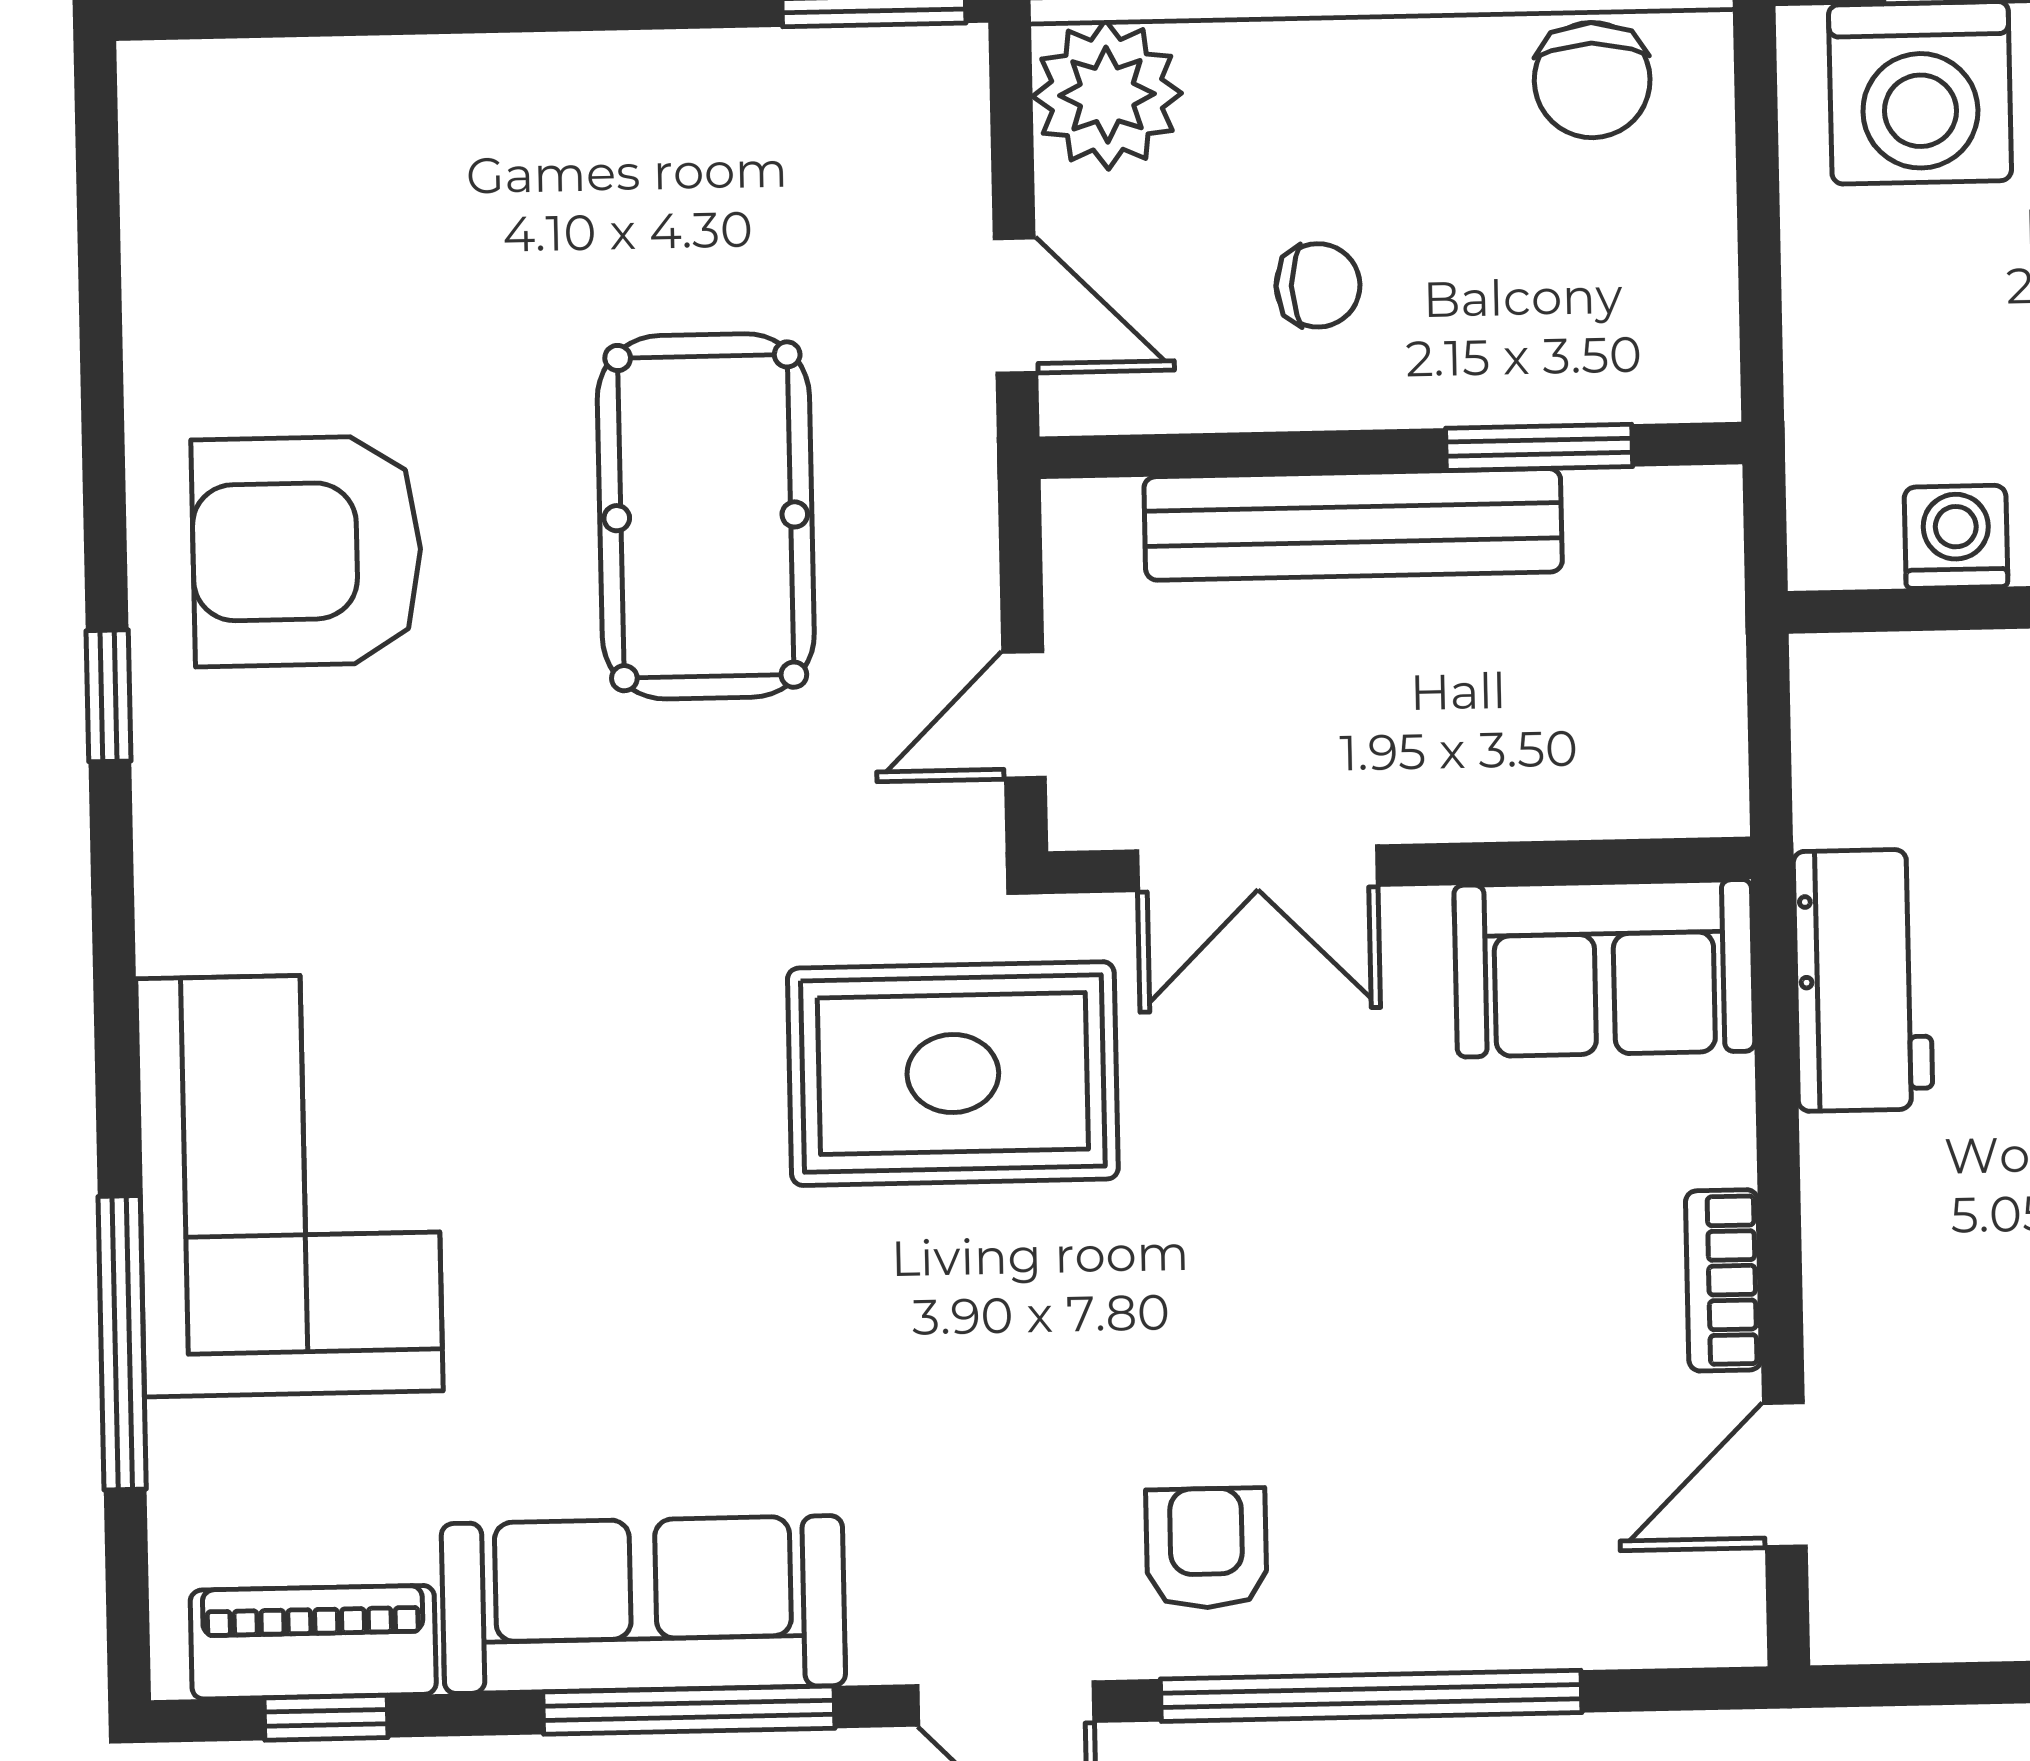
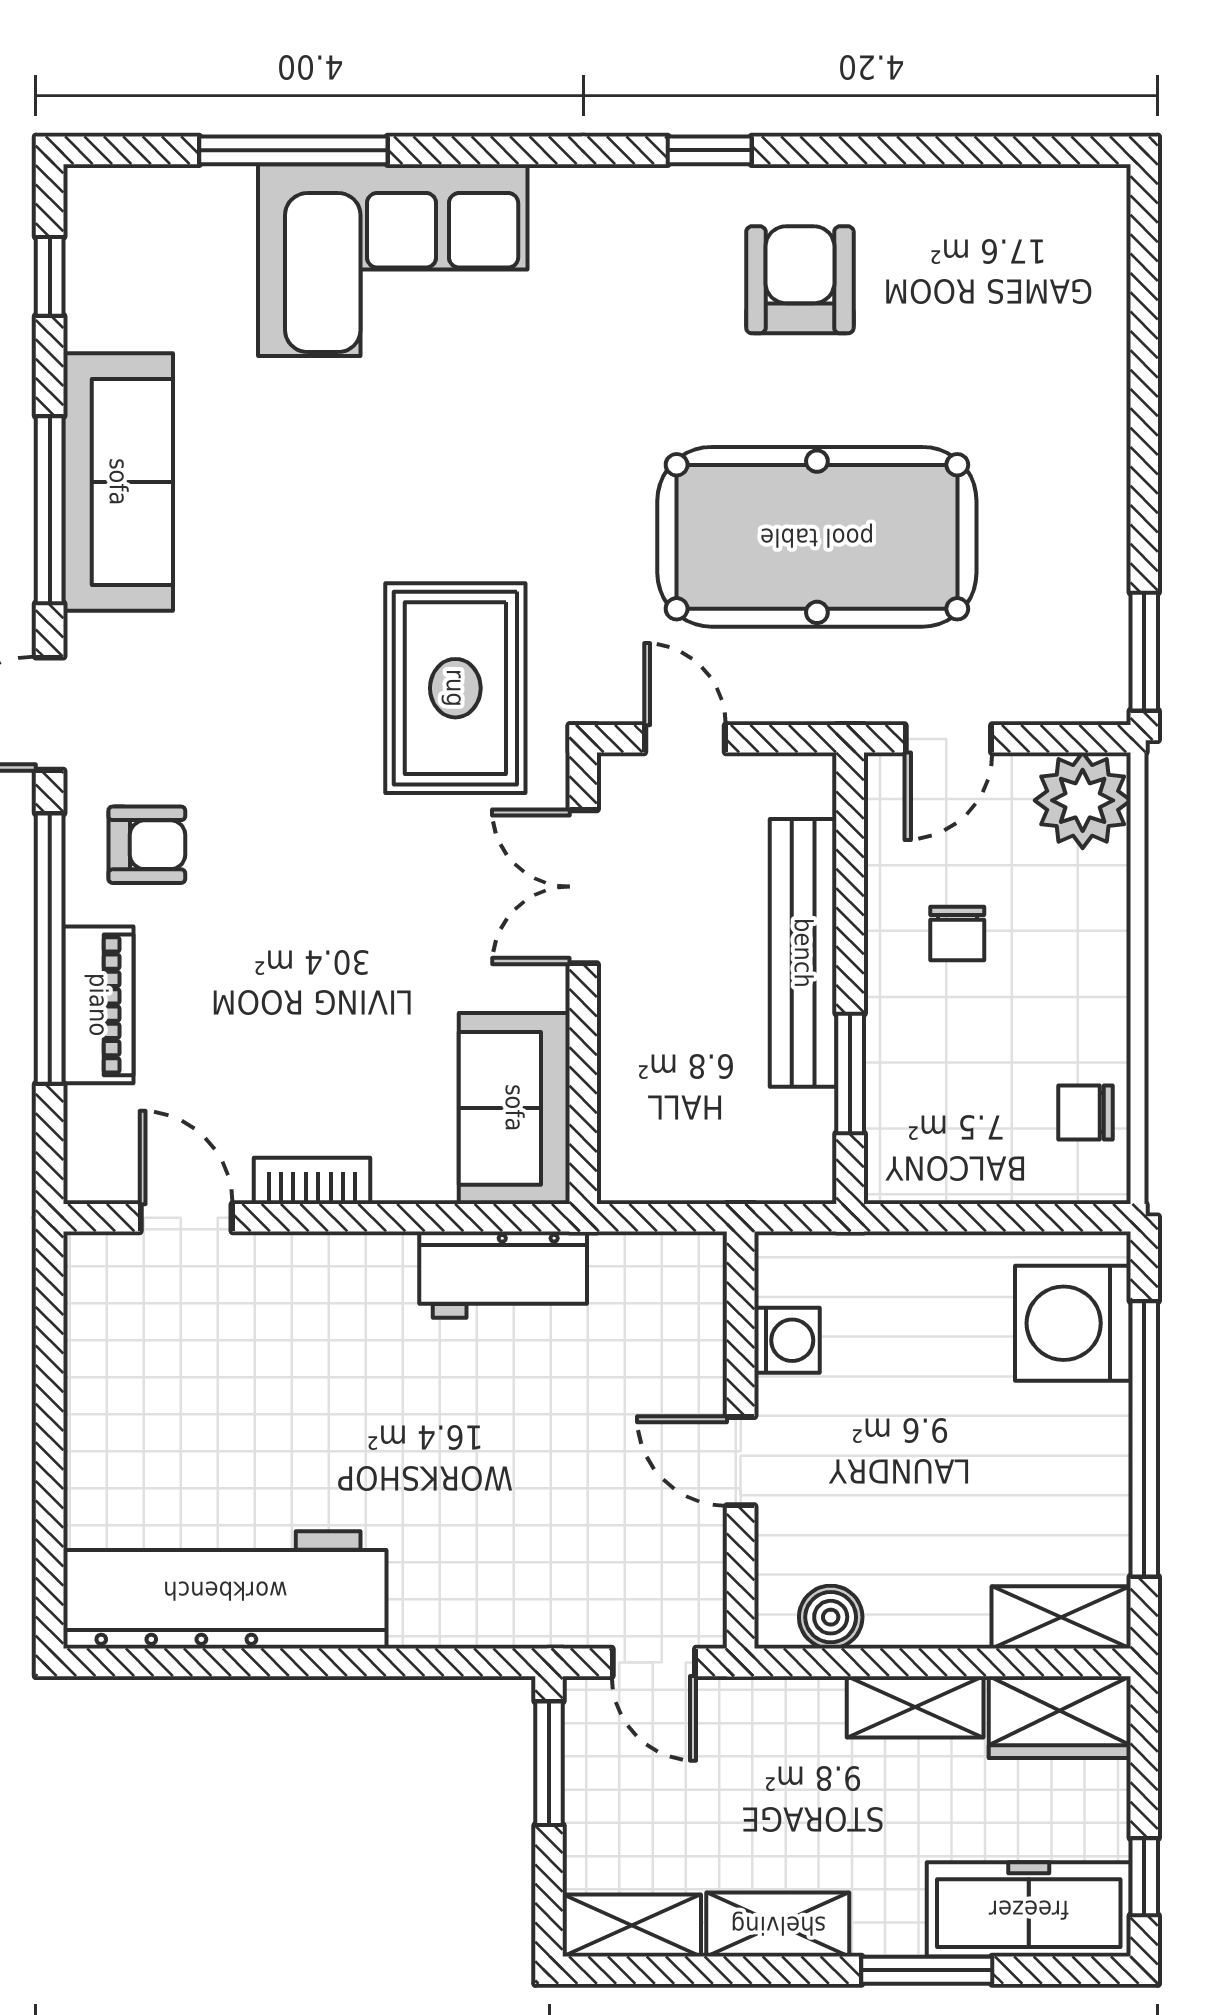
chair: (1592, 80) -> (1085, 1113), width x0.73, depth x0.73
pool table: (706, 516) -> (817, 537), width x1.36, depth x1.32
armchair: (307, 551) -> (800, 280), width x0.73, depth x0.73
piano: (313, 1642) -> (98, 1005), moved

